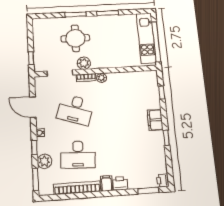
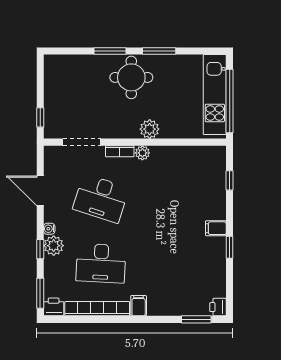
round table: (75, 38) -> (131, 77), moved
plant: (84, 63) -> (150, 129), moved
filing cabinet: (155, 120) -> (216, 228), width x0.50
plant: (44, 161) -> (54, 246), moved
printer: (120, 183) -> (54, 307), moved

